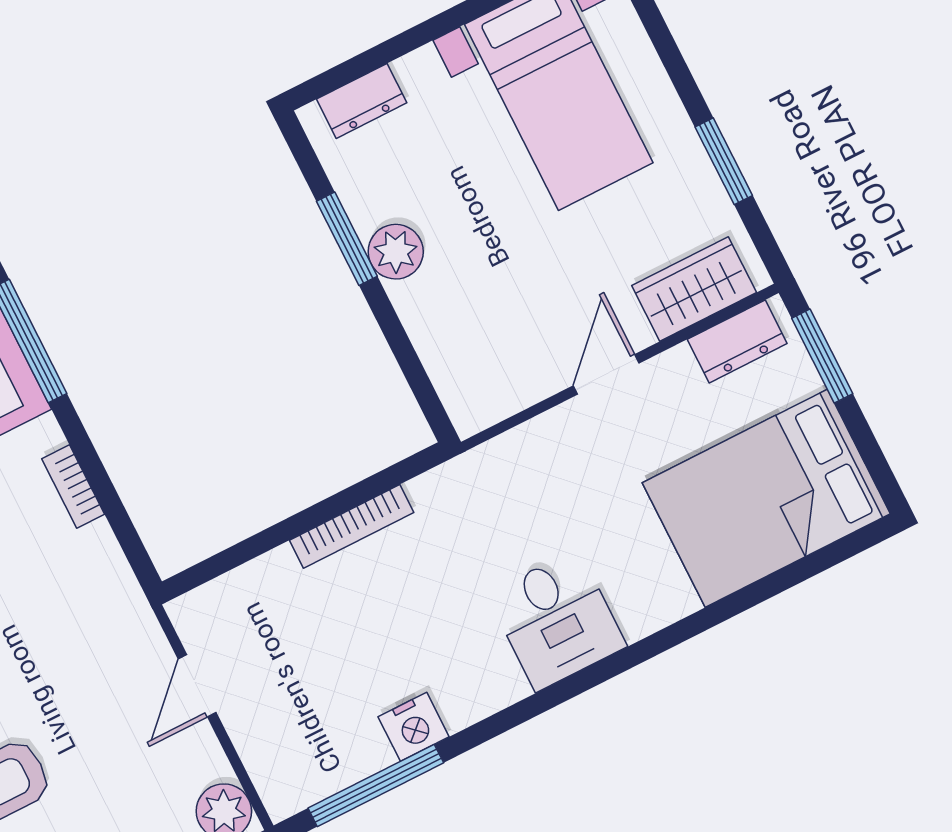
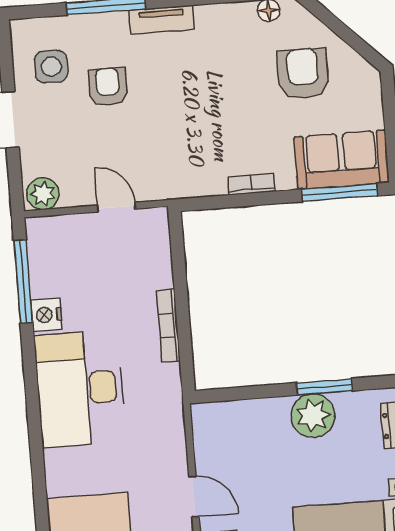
plant: (396, 252) -> (313, 416), width x1.36, depth x1.36
desk: (557, 620) -> (80, 389), width x1.87, depth x1.30

